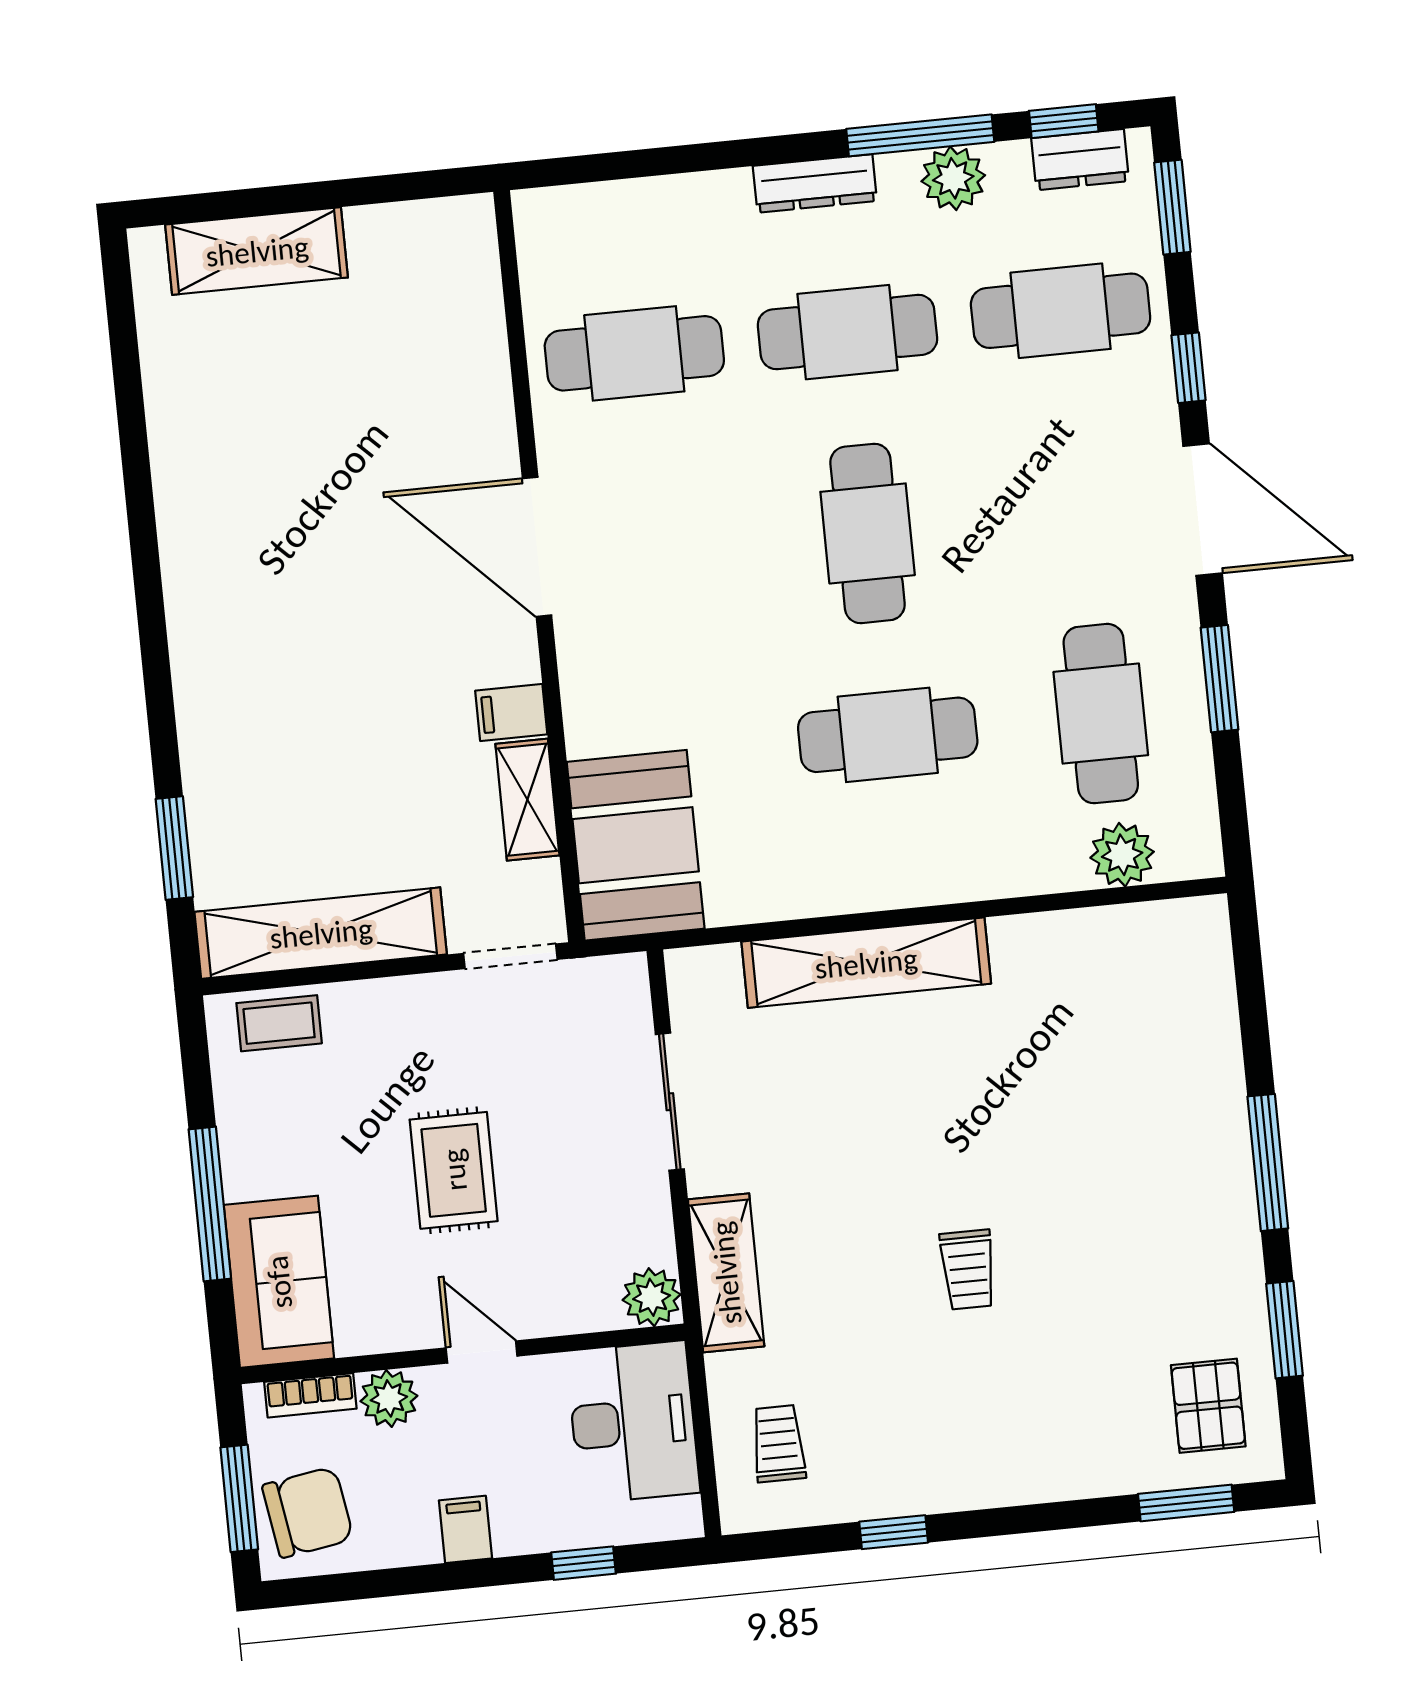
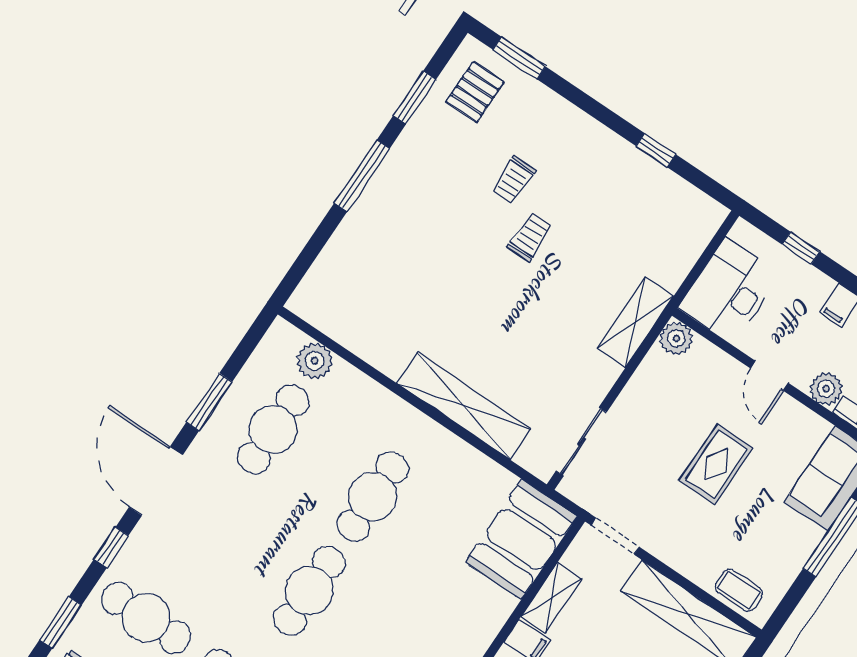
cafe table: (888, 735) -> (373, 497), turned 90
sliding door: (670, 1102) -> (581, 442), moved
trolley: (778, 1444) -> (514, 180), moved

